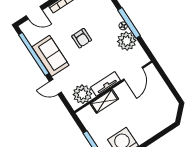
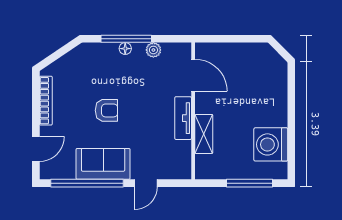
plant: (127, 41) -> (153, 50), width x0.53, depth x0.53
plant: (82, 94) -> (177, 155), removed

